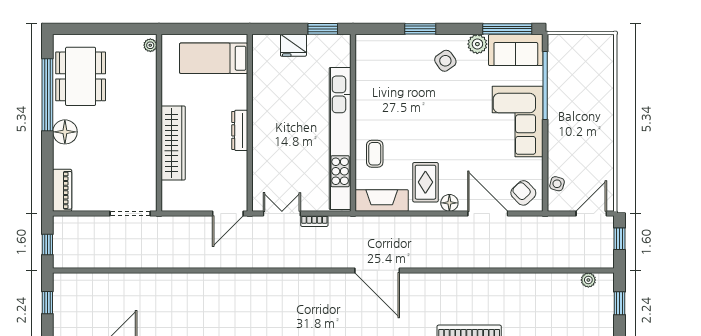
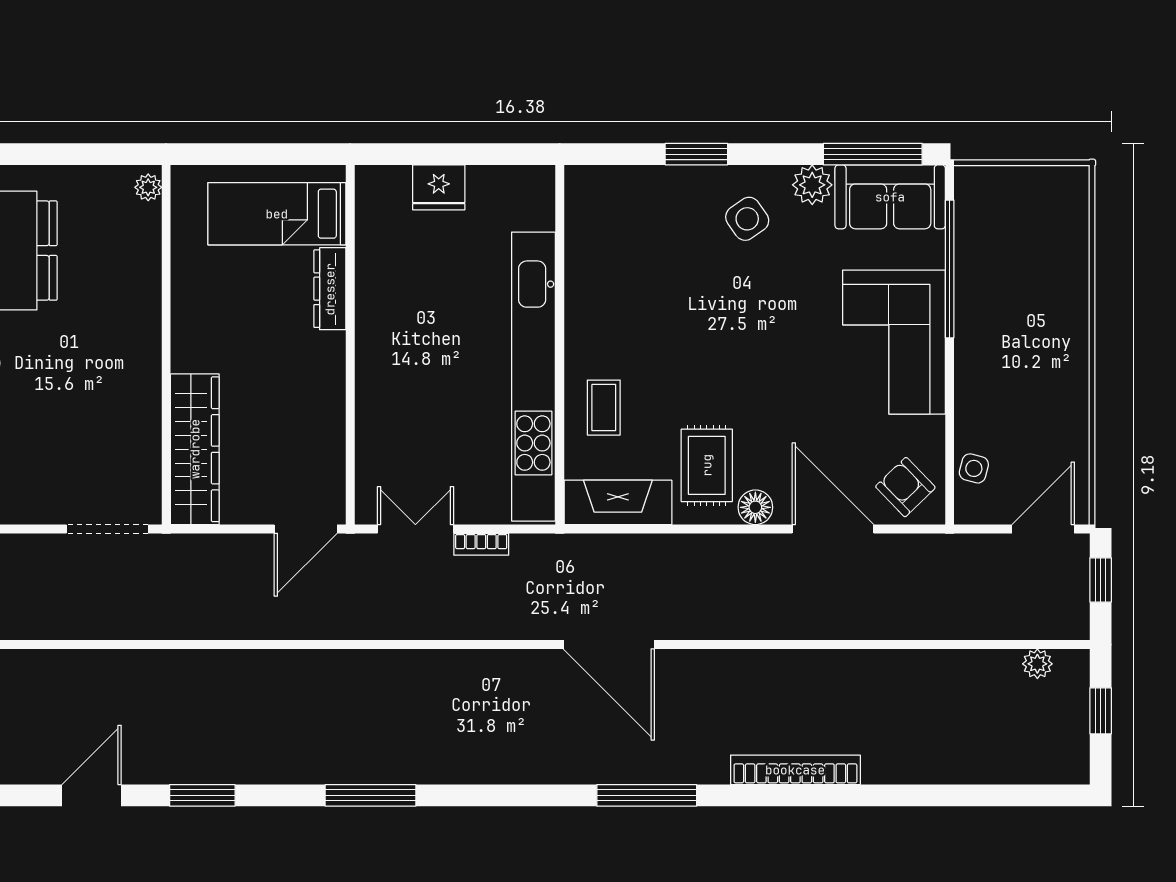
window: (323, 29) -> (498, 154), removed
dresser: (240, 130) -> (330, 289), moved
wardrobe: (173, 143) -> (195, 449), moved

